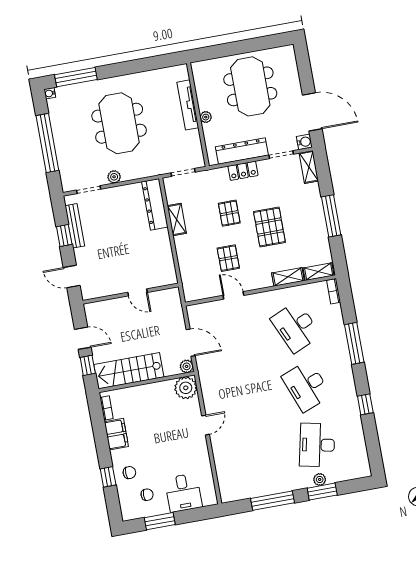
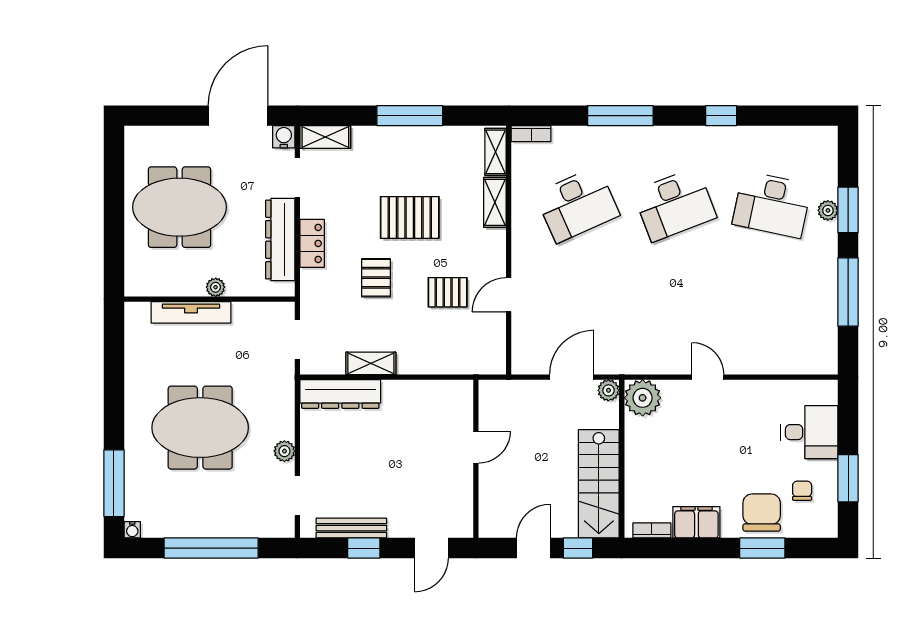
pallet: (229, 213) -> (376, 278), turned 90
chair: (129, 473) -> (762, 513), width x1.87, depth x1.87
window: (108, 477) -> (762, 548), width x1.50

